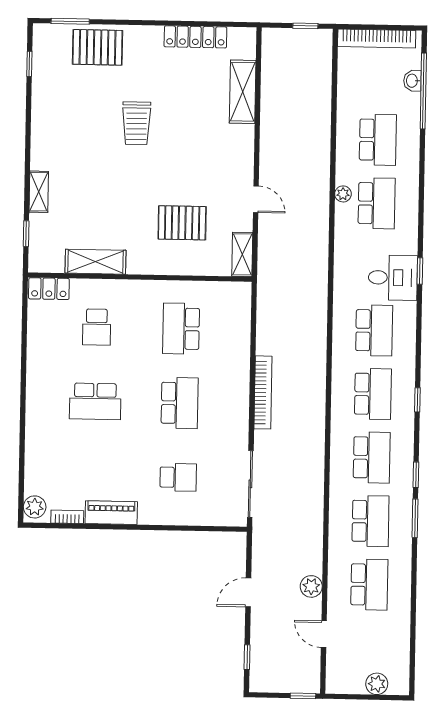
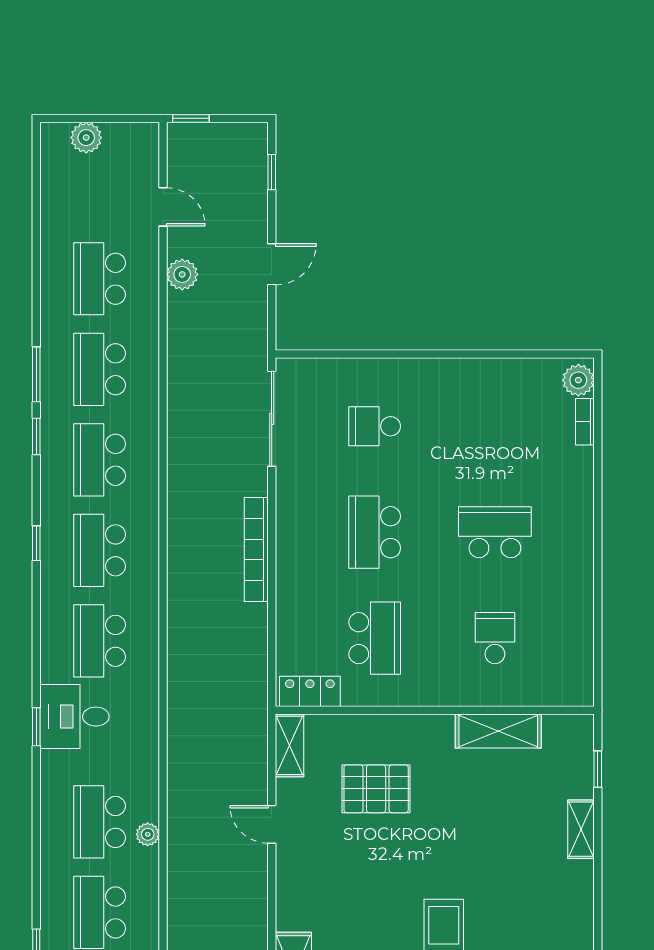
locker: (49, 289) -> (310, 691), moved
piano: (111, 513) -> (469, 374), removed
bookcase: (67, 517) -> (585, 422), moved, turned 90

